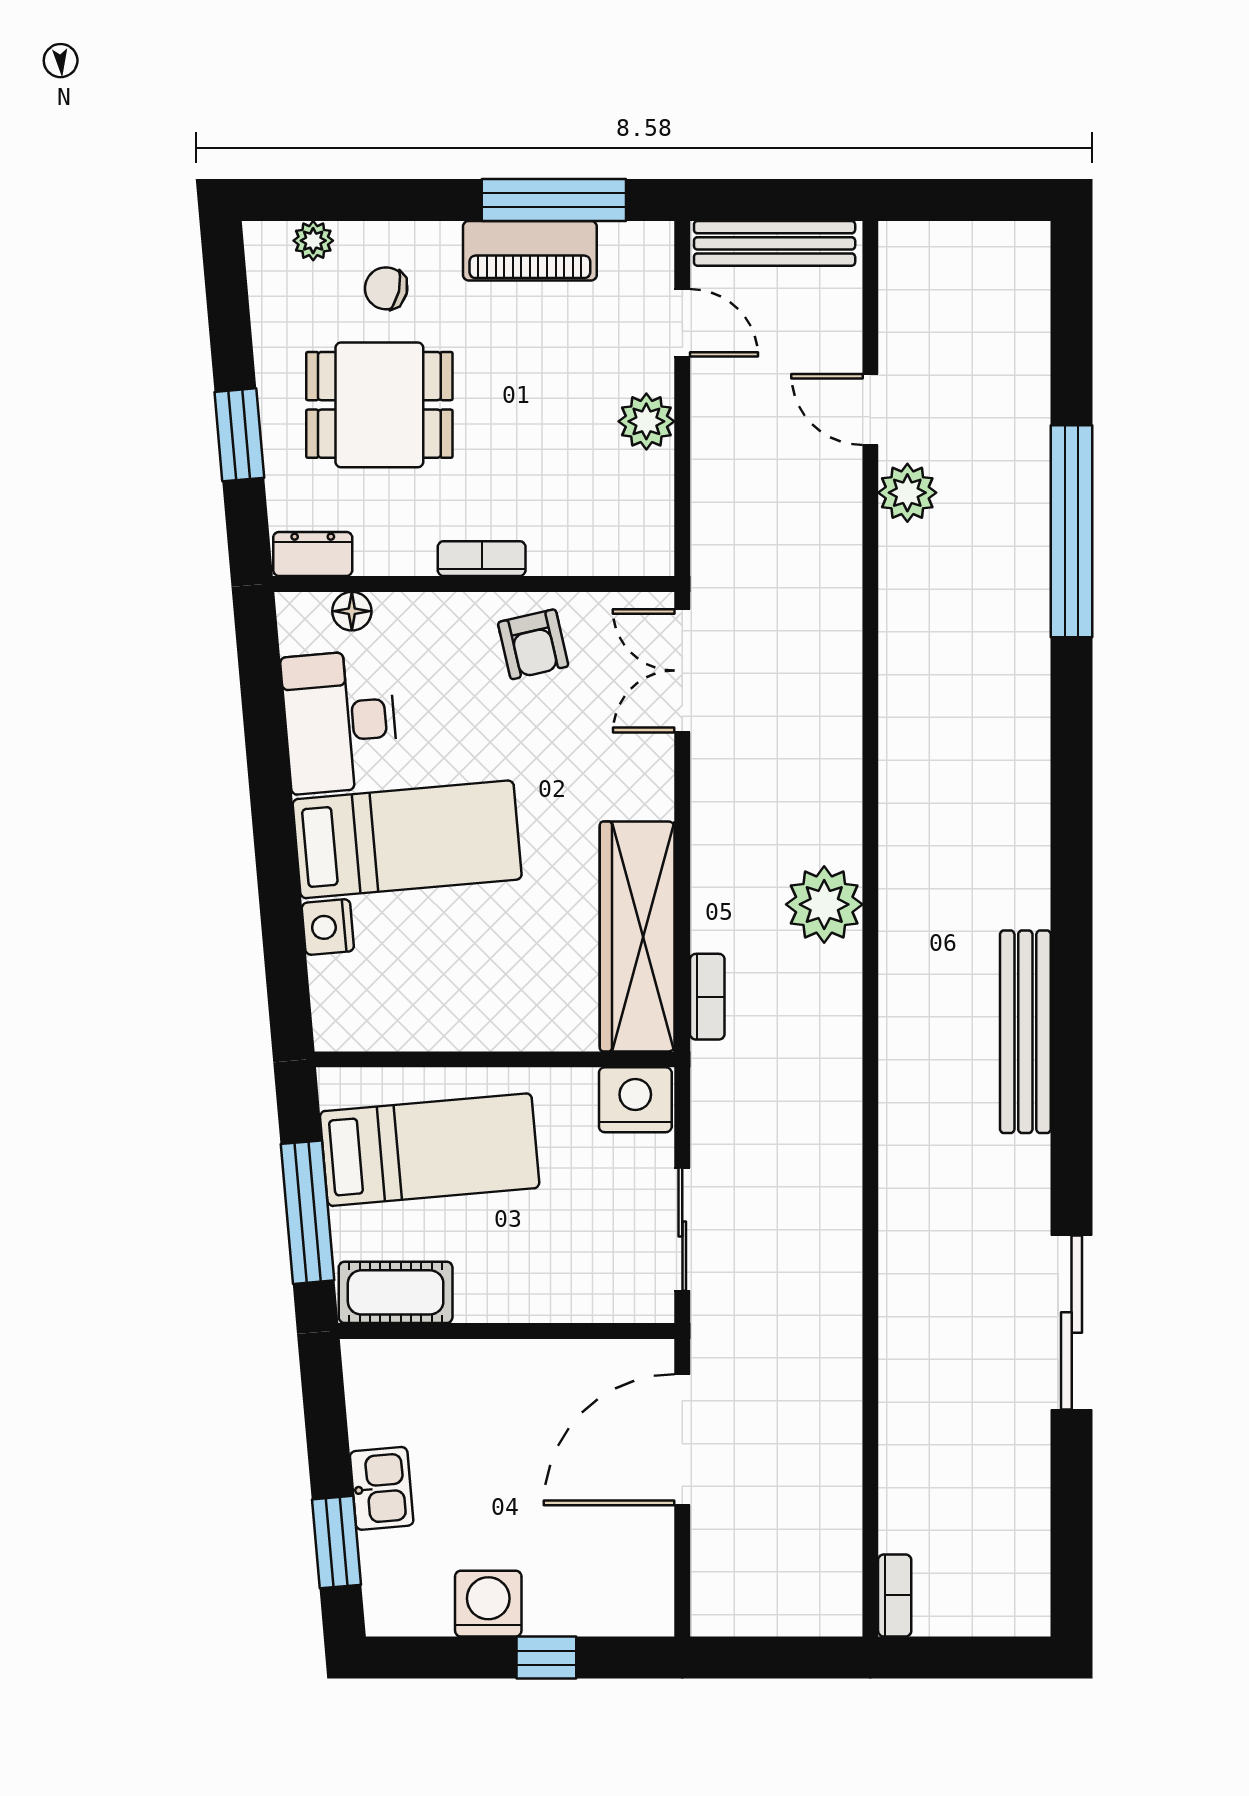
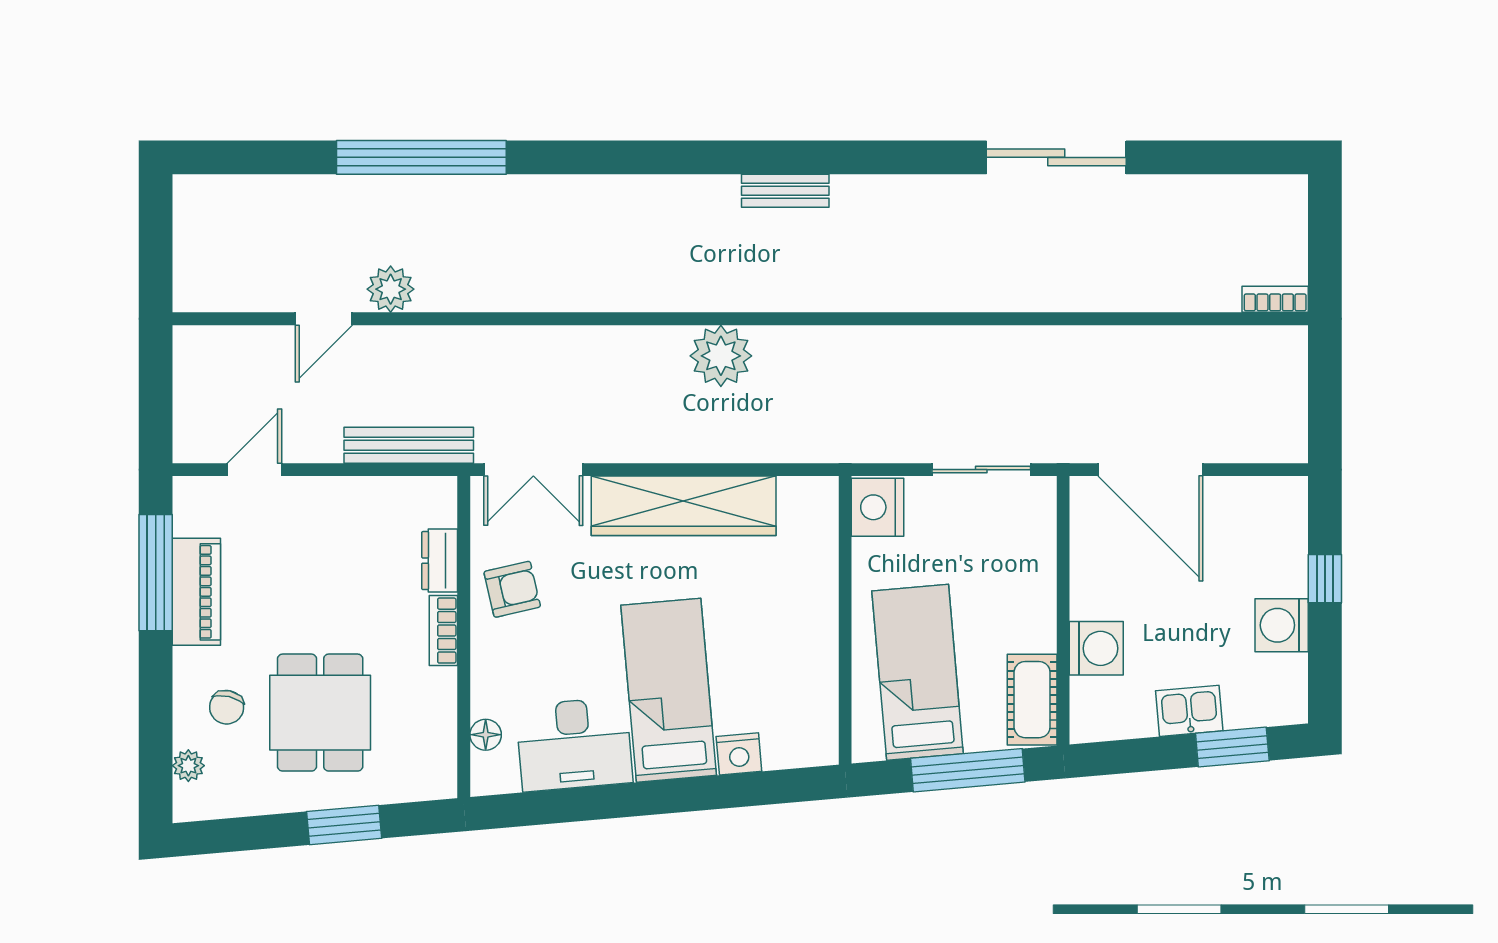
bench: (775, 243) -> (409, 445), moved, turned 90
plant: (646, 421) -> (333, 498), removed
dresser: (313, 554) -> (440, 561), moved
wardrobe: (637, 936) -> (684, 506), moved
bookcase: (707, 997) -> (795, 450), removed
bench: (1025, 1032) -> (785, 191), width x0.54, depth x0.82
washing machine: (459, 1372) -> (1096, 648), added

